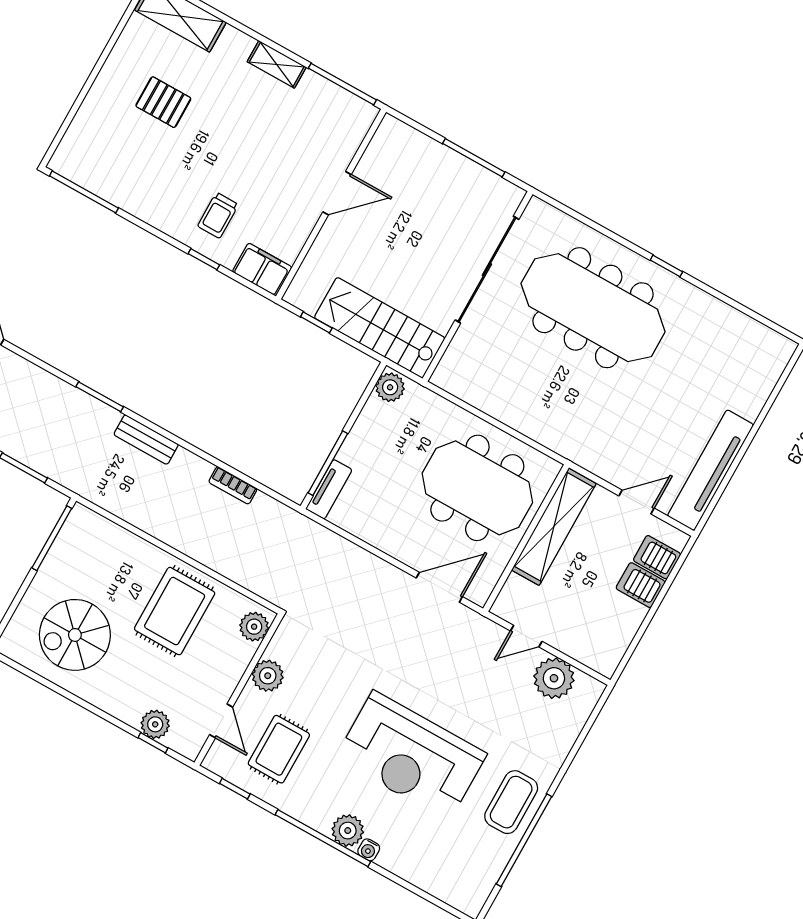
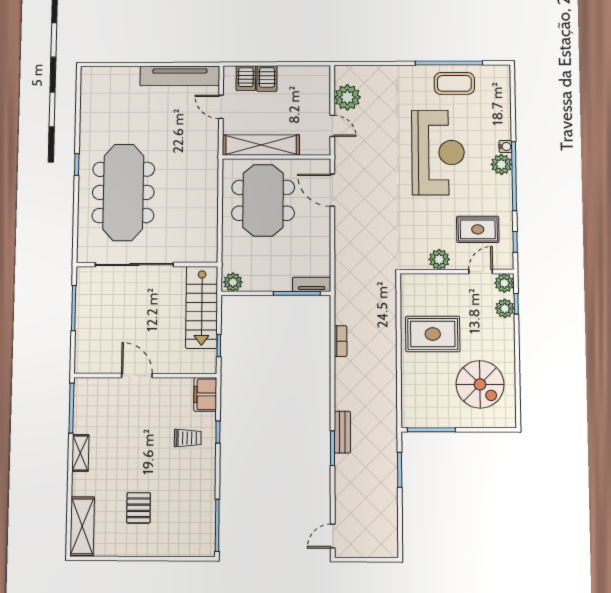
bench: (146, 440) -> (342, 432), moved
plant: (254, 627) -> (504, 283), moved
coffee table: (511, 802) -> (454, 83), moved

